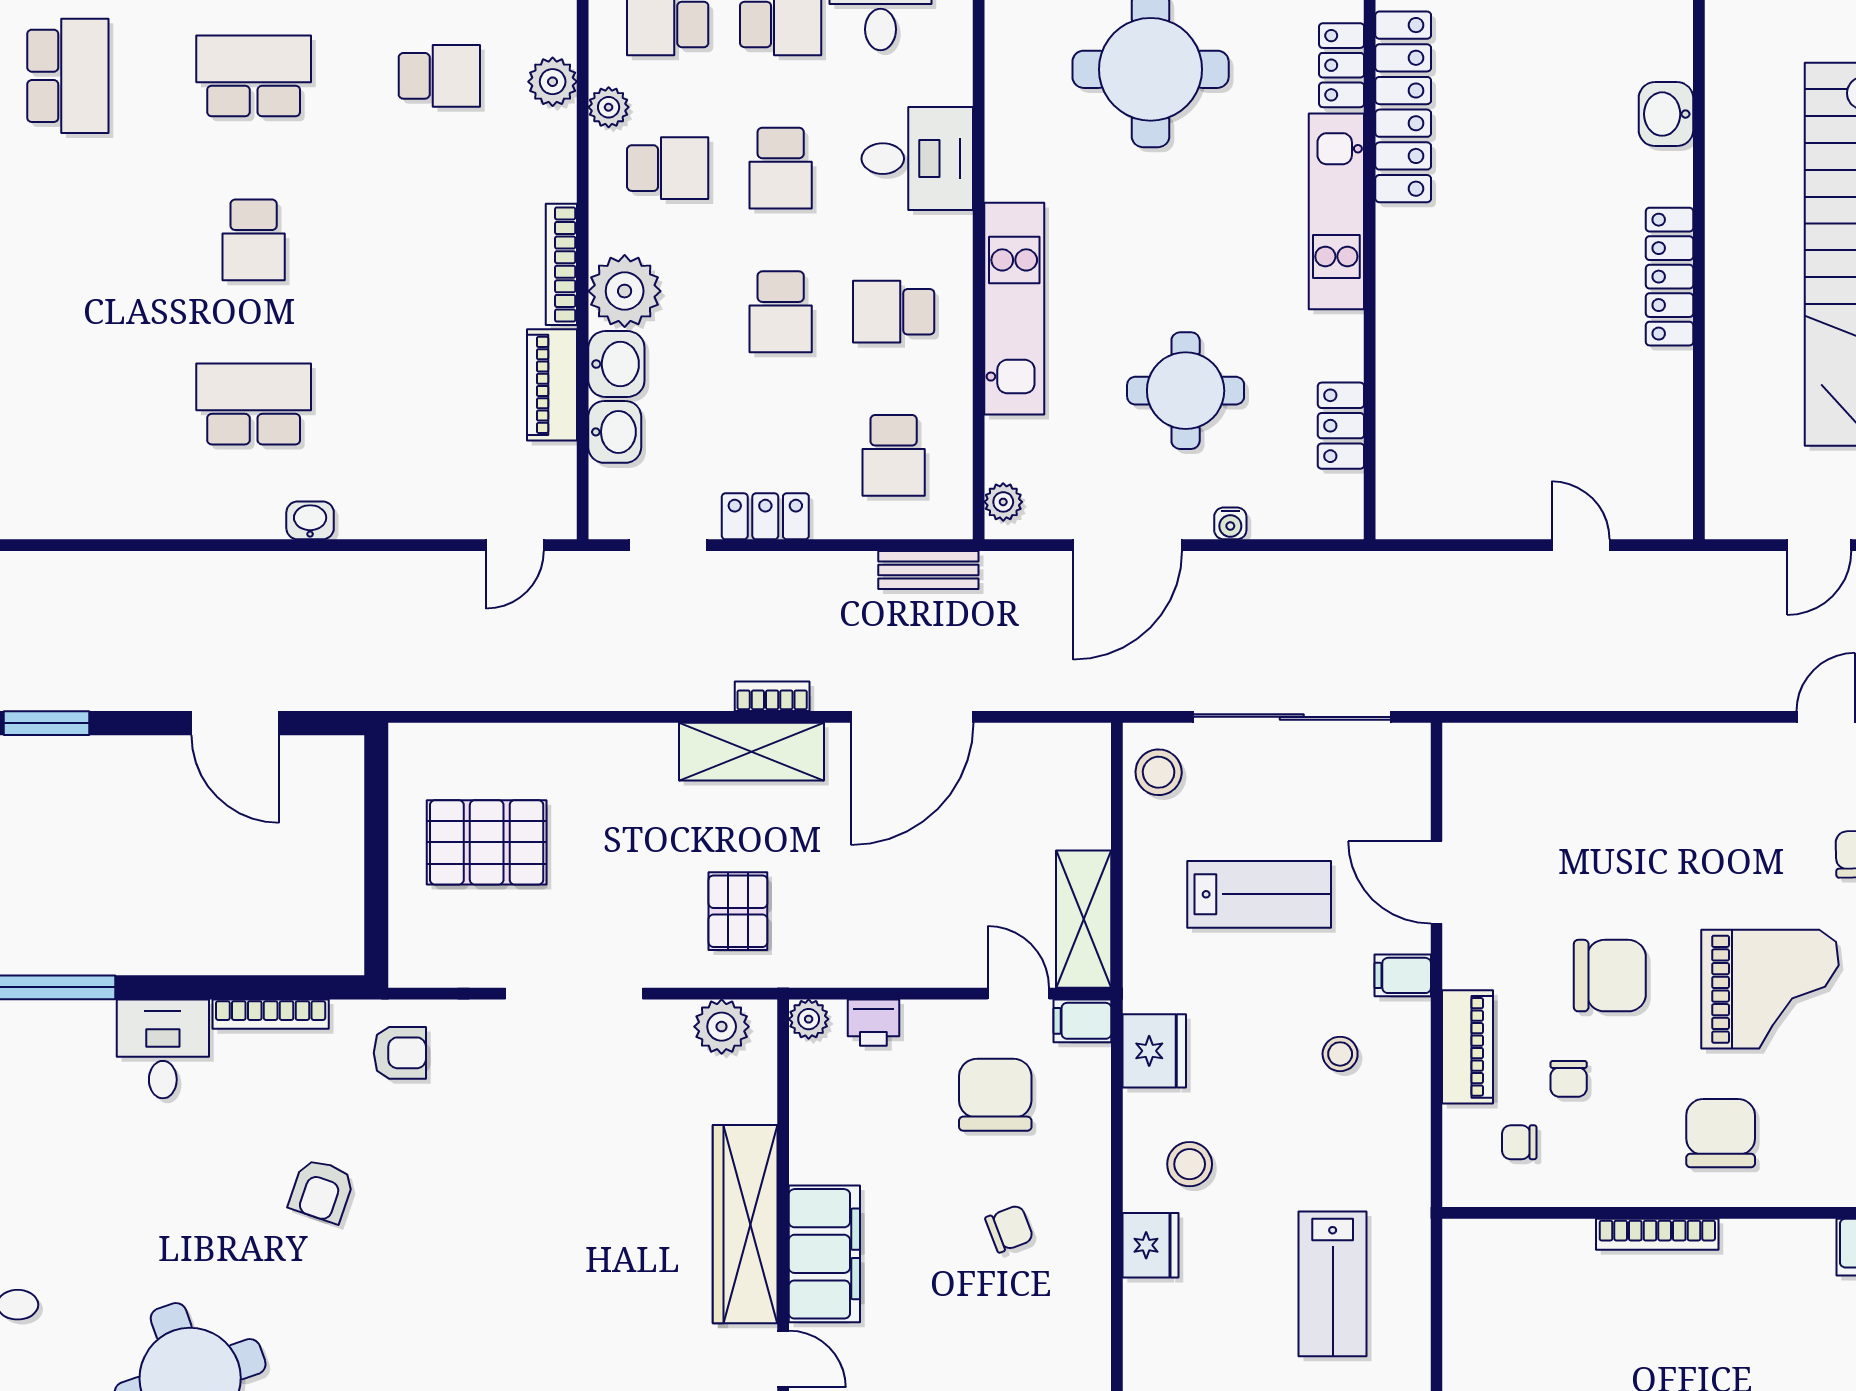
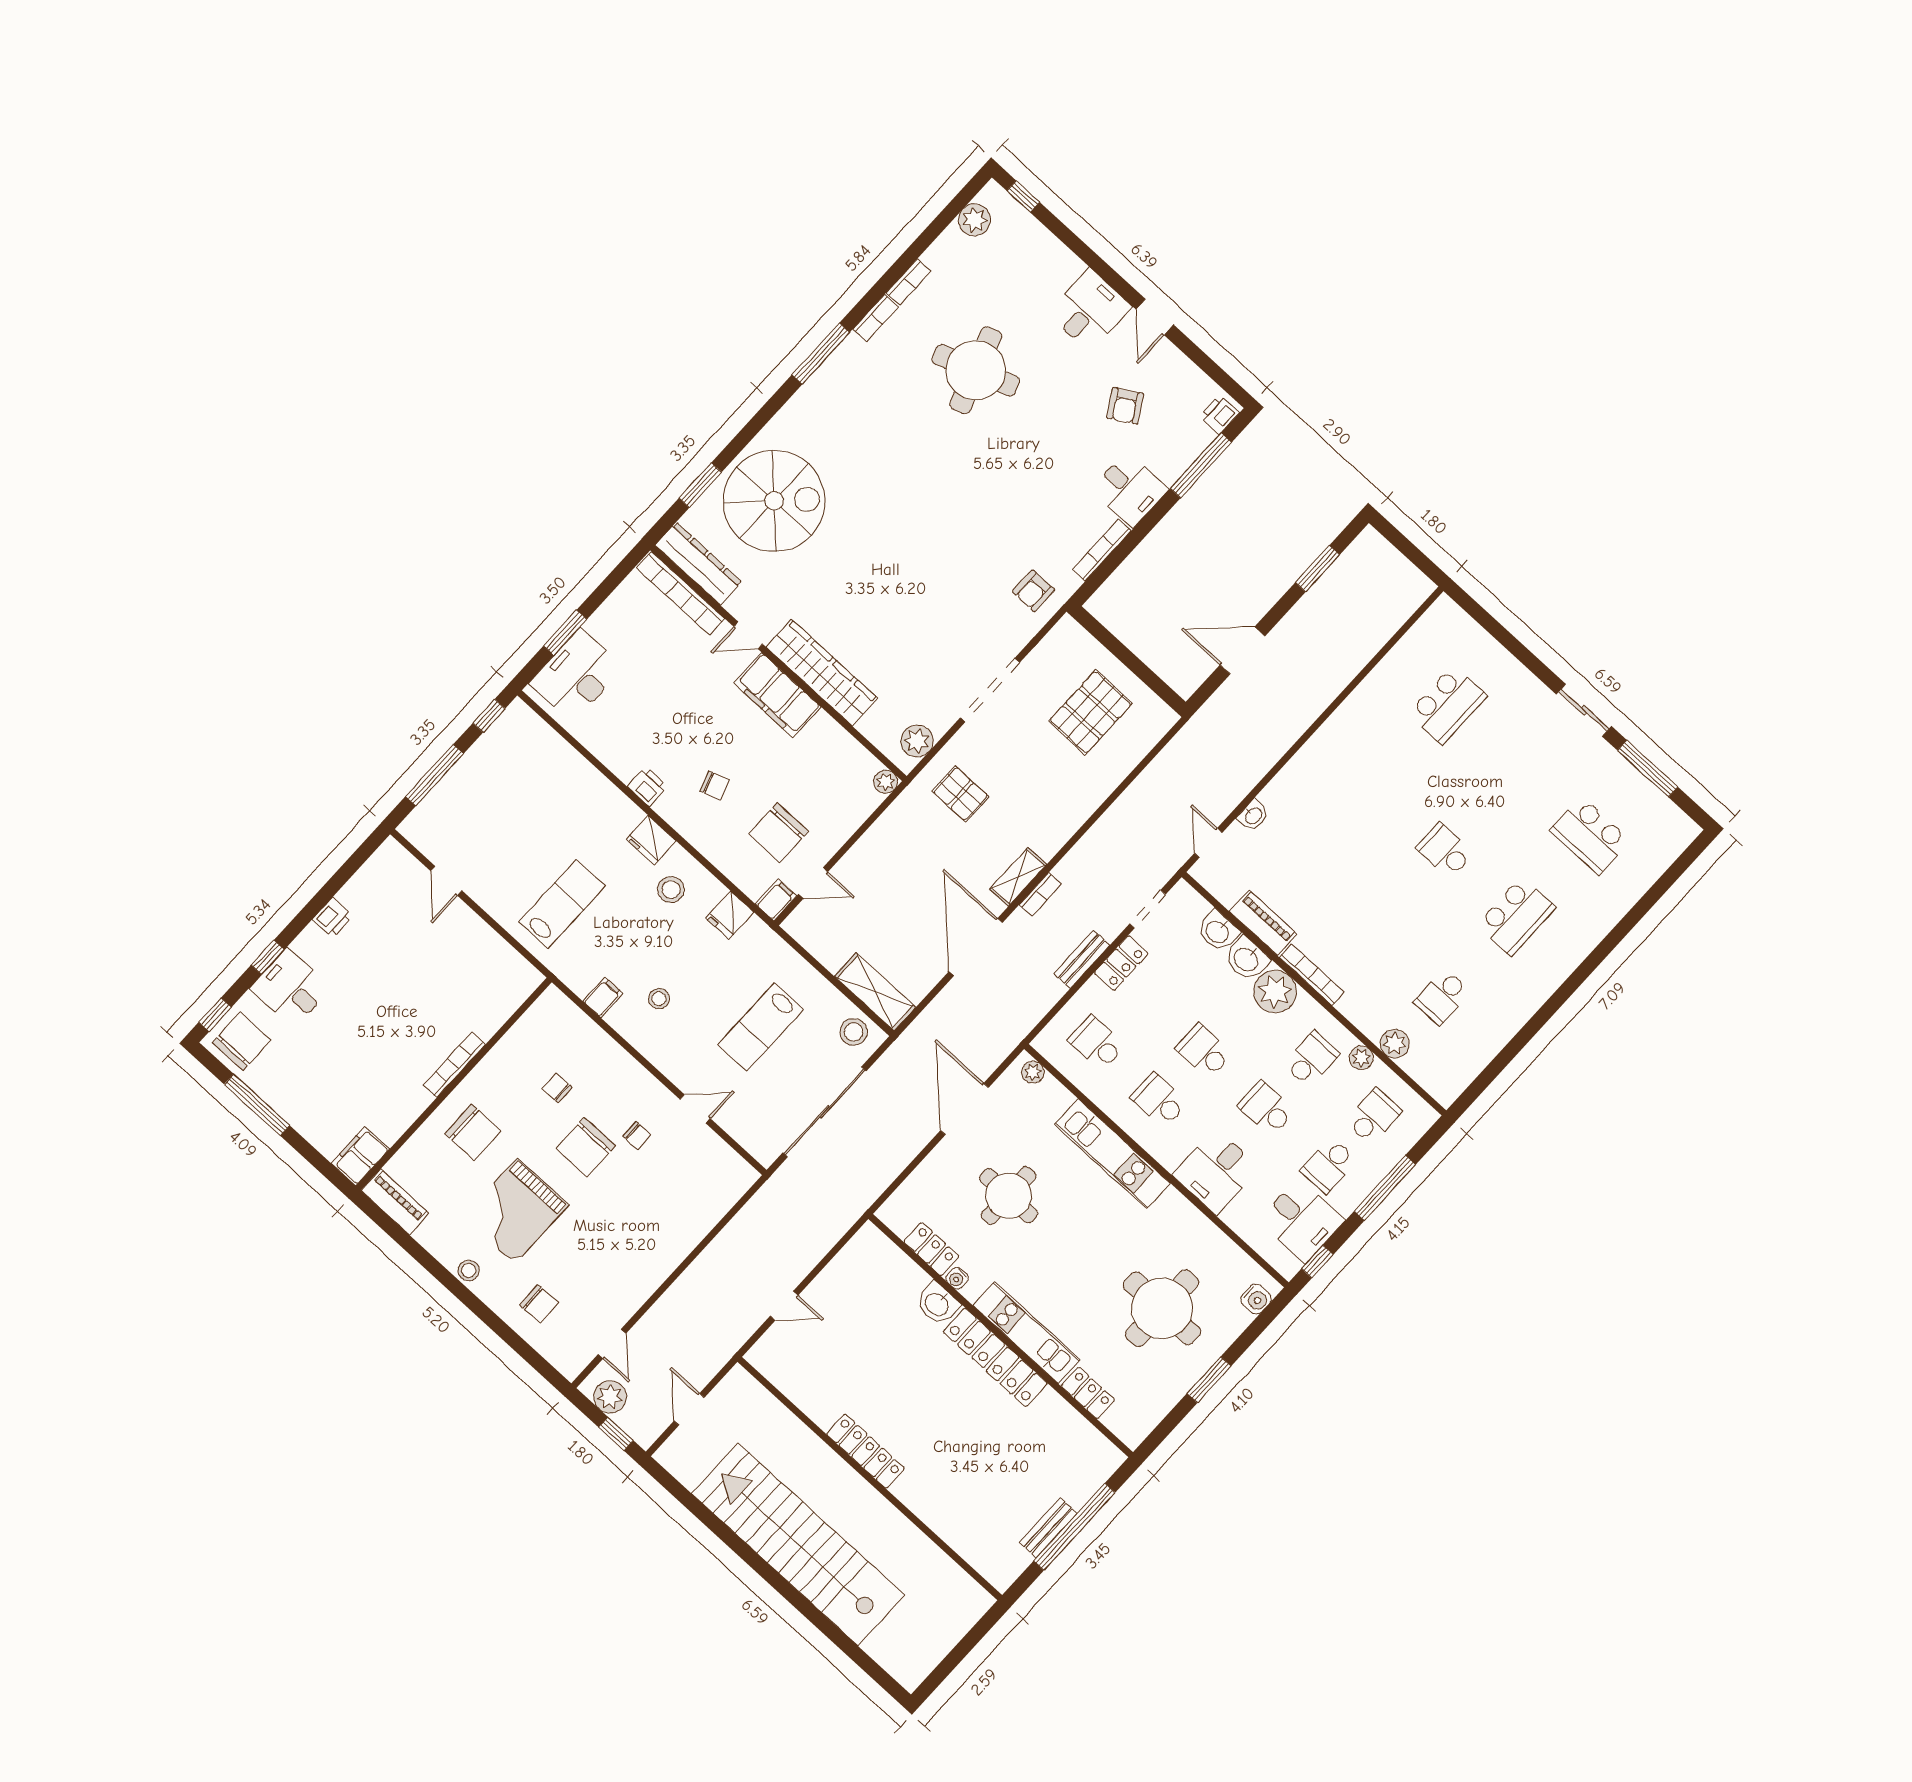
locker: (1403, 107) -> (995, 1357), moved
washbasin: (1666, 114) -> (937, 1304), moved, turned 180
school desk: (668, 168) -> (1311, 1059), turned 180
school desk: (894, 312) -> (1159, 1100), turned -90
school desk: (254, 404) -> (1448, 705), moved
washbasin: (310, 520) -> (1253, 816), moved
water cooler: (1230, 523) -> (957, 1278), moved, turned -90
bench: (928, 570) -> (1082, 959), moved
shelving: (752, 752) -> (1018, 877), width x0.67, depth x0.75
door: (1436, 882) -> (695, 1109), width x0.73
shelving: (1084, 919) -> (875, 992), moved
filing cabinet: (1403, 975) -> (603, 997), moved
printer: (873, 1023) -> (647, 787), moved, turned 90
piano: (1468, 1047) -> (611, 1057), removed
fridge: (1154, 1051) -> (730, 915), width x0.72
chair: (995, 1095) -> (778, 833), turned 90
chair: (1519, 1142) -> (637, 1135), moved, turned 90
armchair: (322, 1191) -> (1125, 406), moved, turned -140
chair: (1009, 1229) -> (715, 786), turned -88
lab bench: (1333, 1284) -> (562, 904), turned 90

